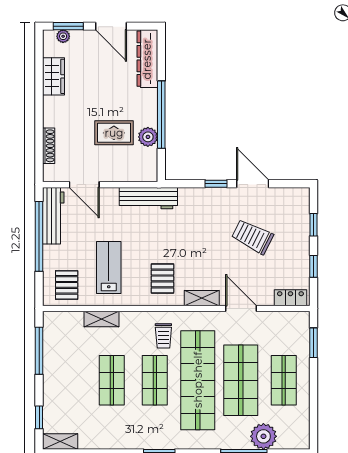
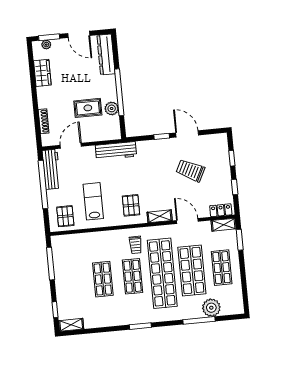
door: (84, 185) -> (71, 146), swing flipped
shelving: (102, 319) -> (224, 225), moved

